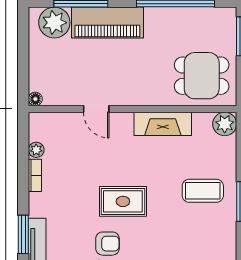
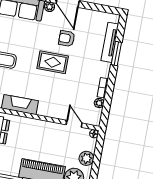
plant: (40, 57) -> (86, 158), added
door: (96, 109) -> (74, 124), moved

